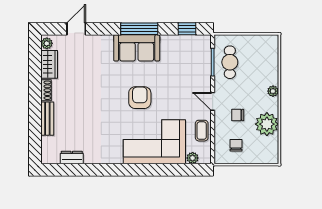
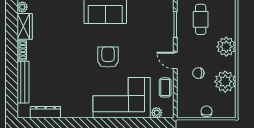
cafe table: (230, 62) -> (201, 19), moved
plant: (273, 91) -> (226, 47), width x1.88, depth x1.88
bench: (47, 119) -> (23, 82), width x1.36
chair: (236, 145) -> (207, 111), moved
dresser: (72, 157) -> (45, 112), width x1.44

